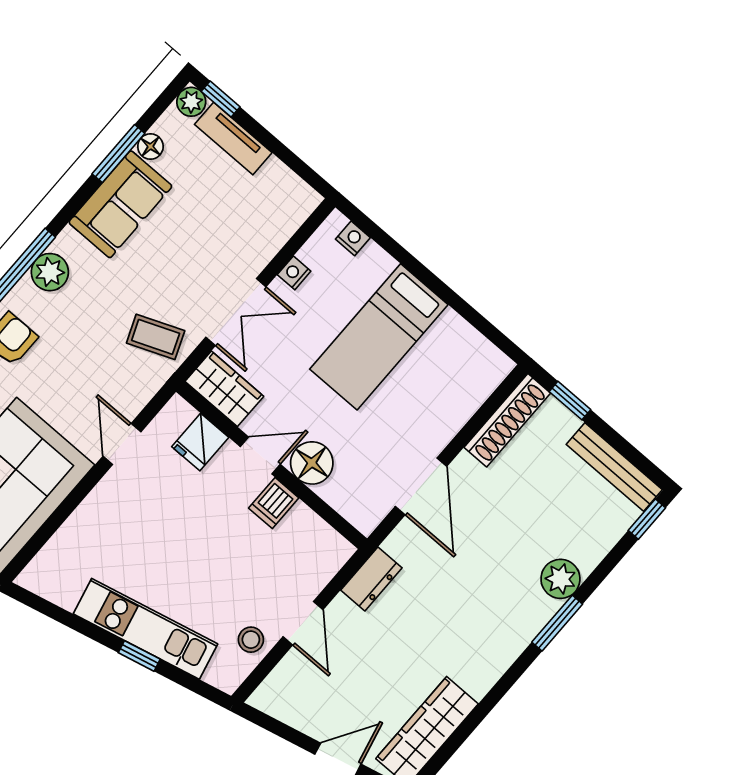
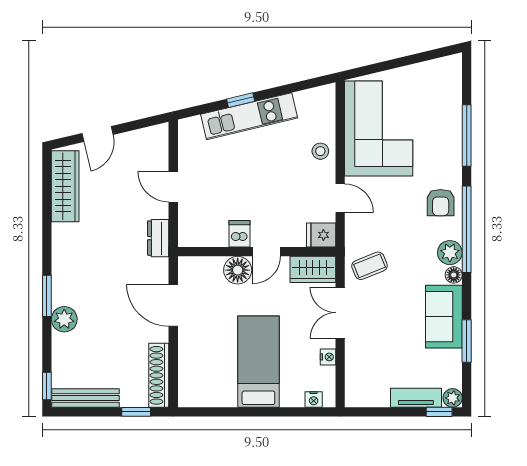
floor lamp: (150, 147) -> (454, 275), moved
fridge: (200, 442) -> (321, 235), moved, turned -90
stool: (251, 640) -> (320, 151), moved

